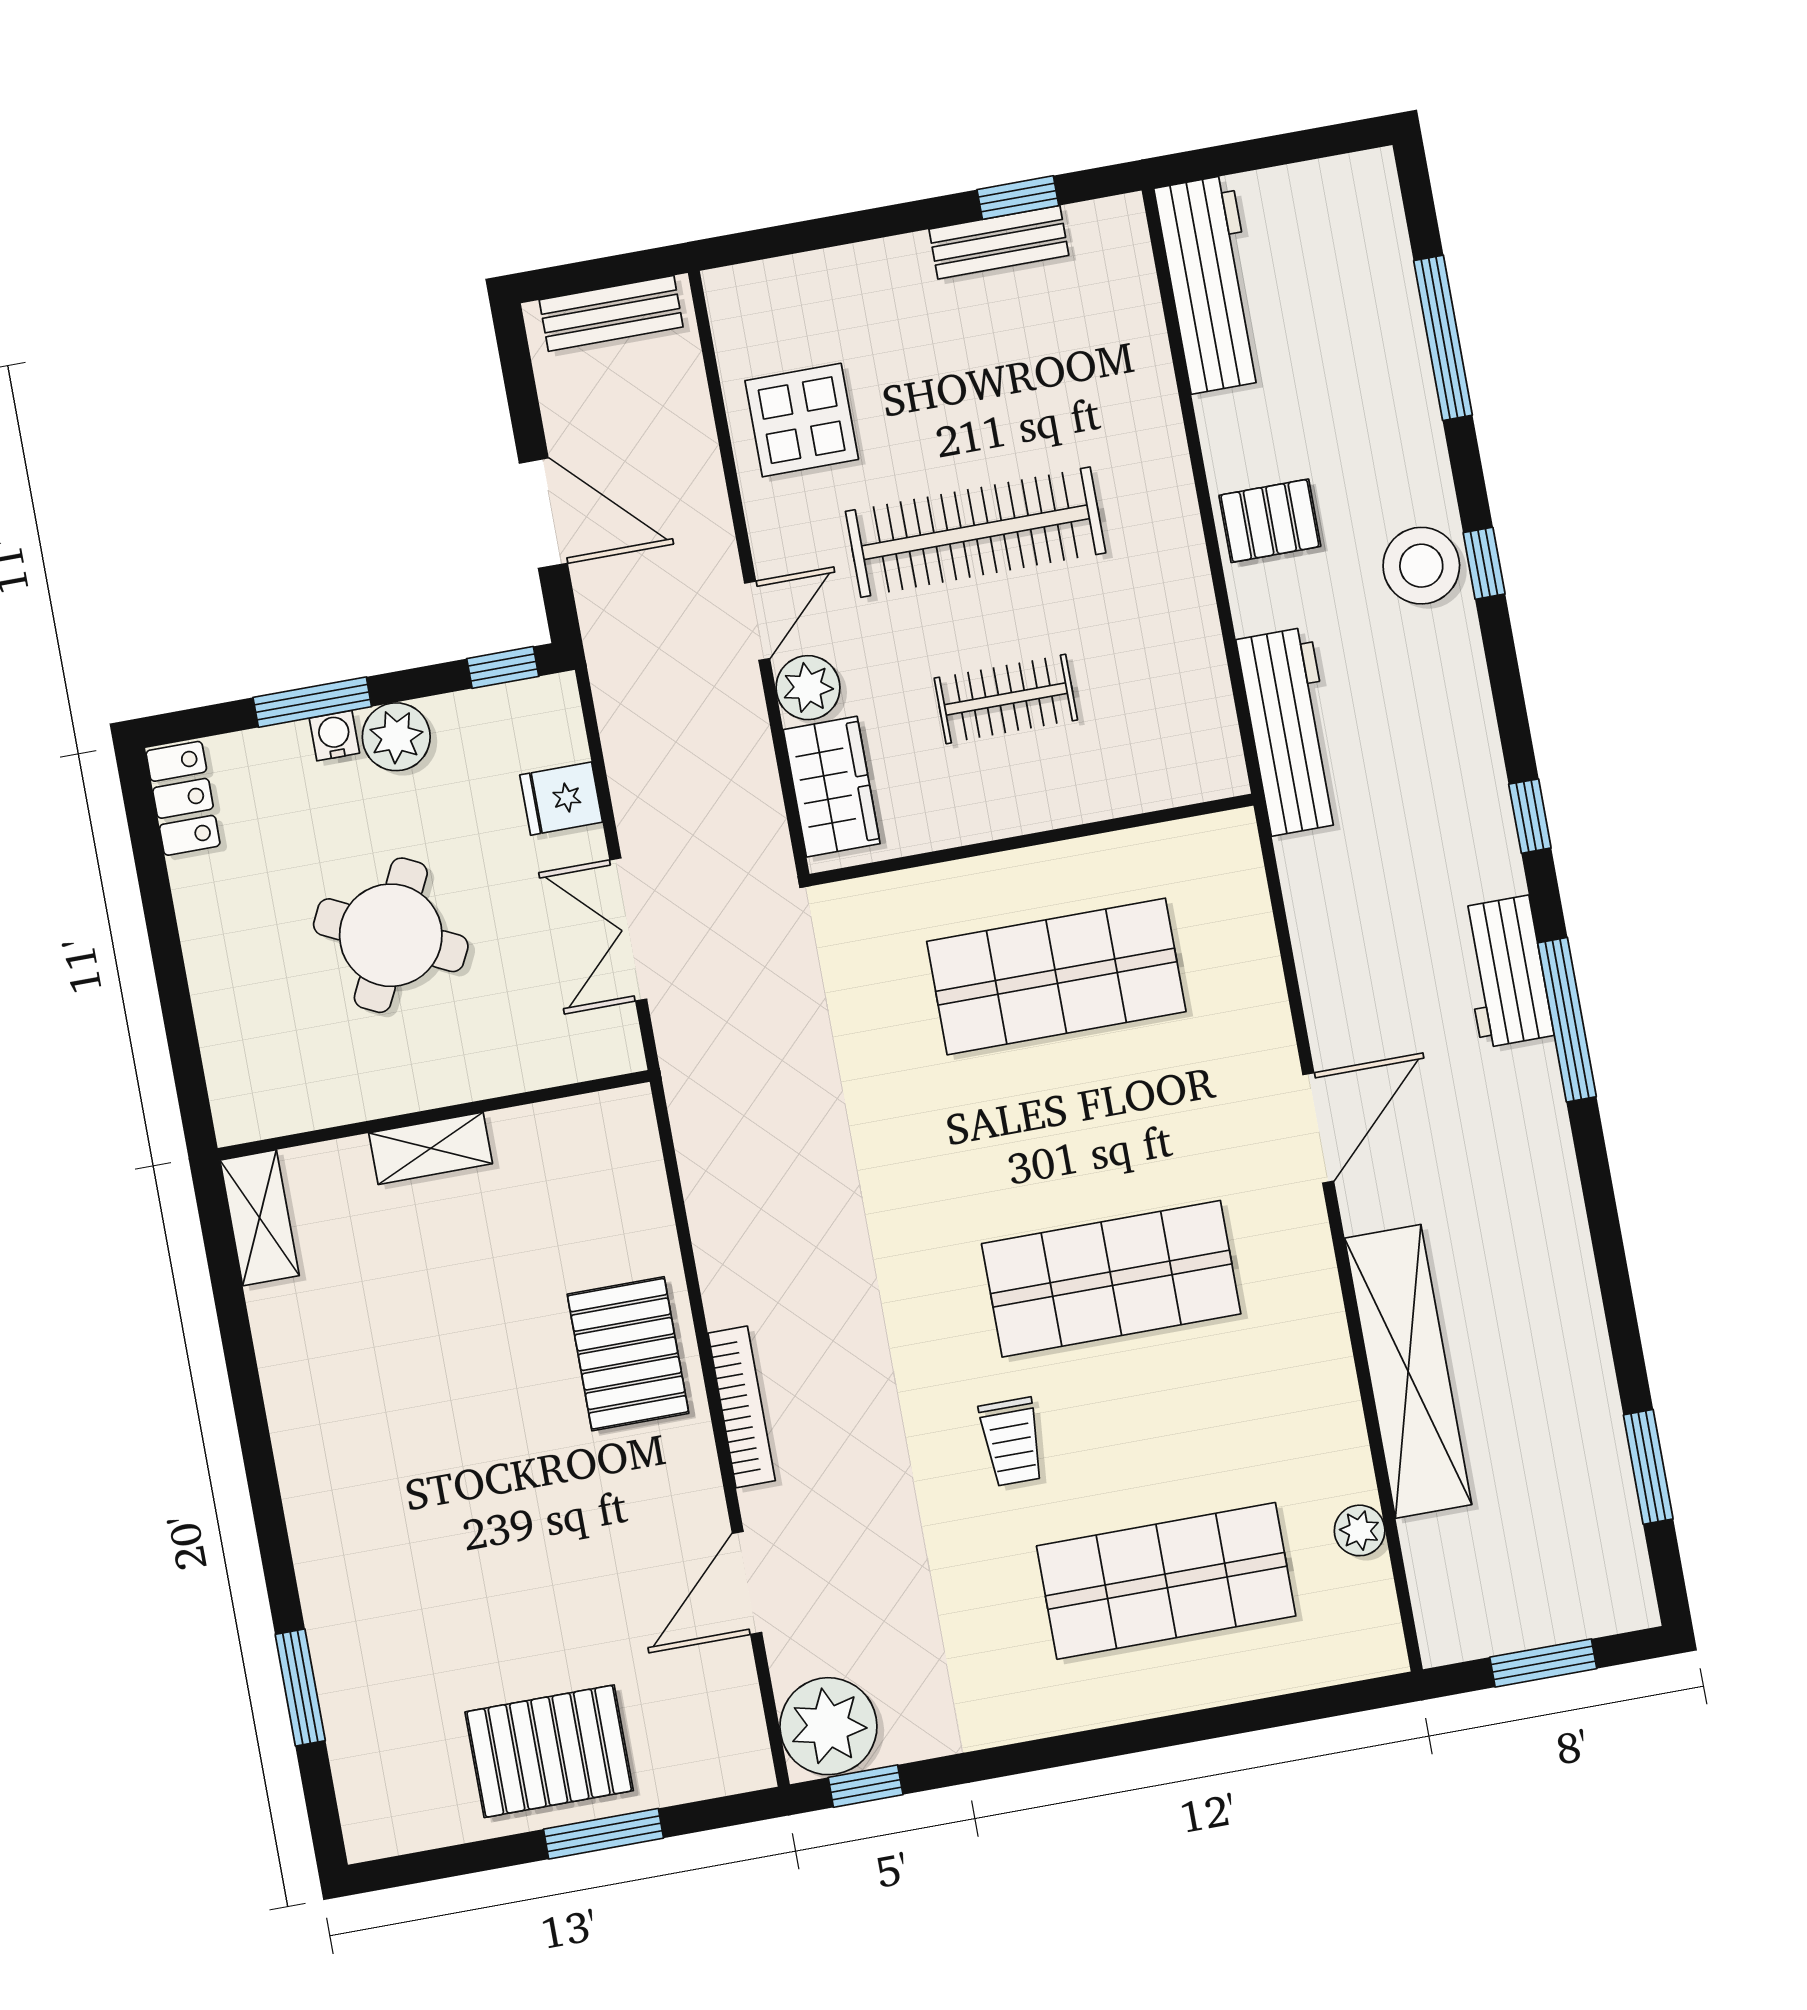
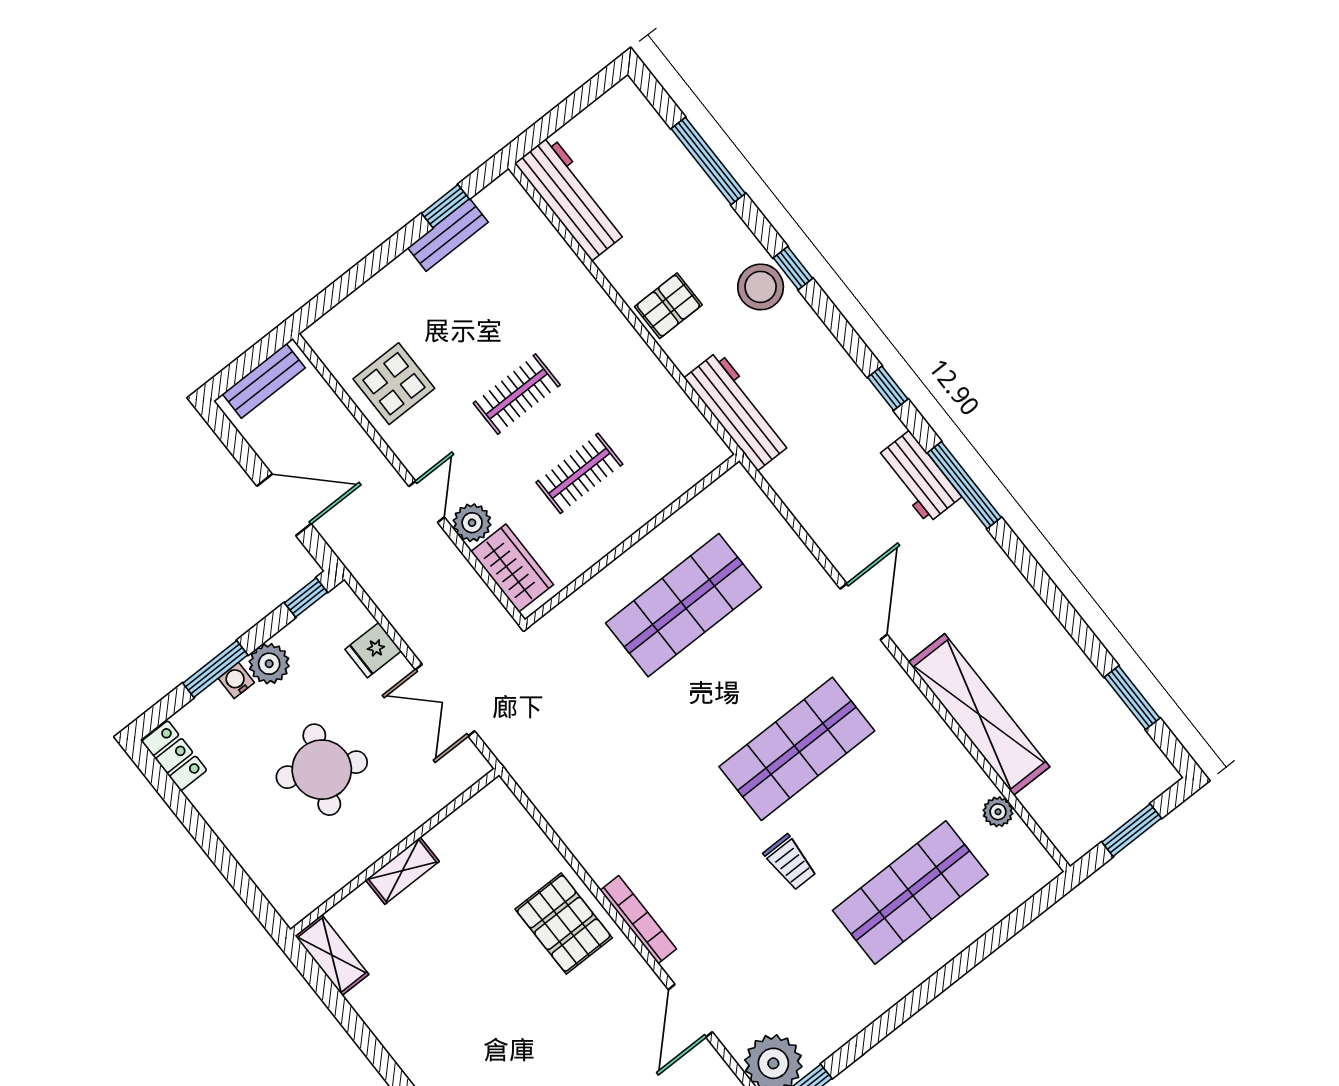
clothes rail: (976, 532) -> (517, 394), width x0.54, depth x0.76

